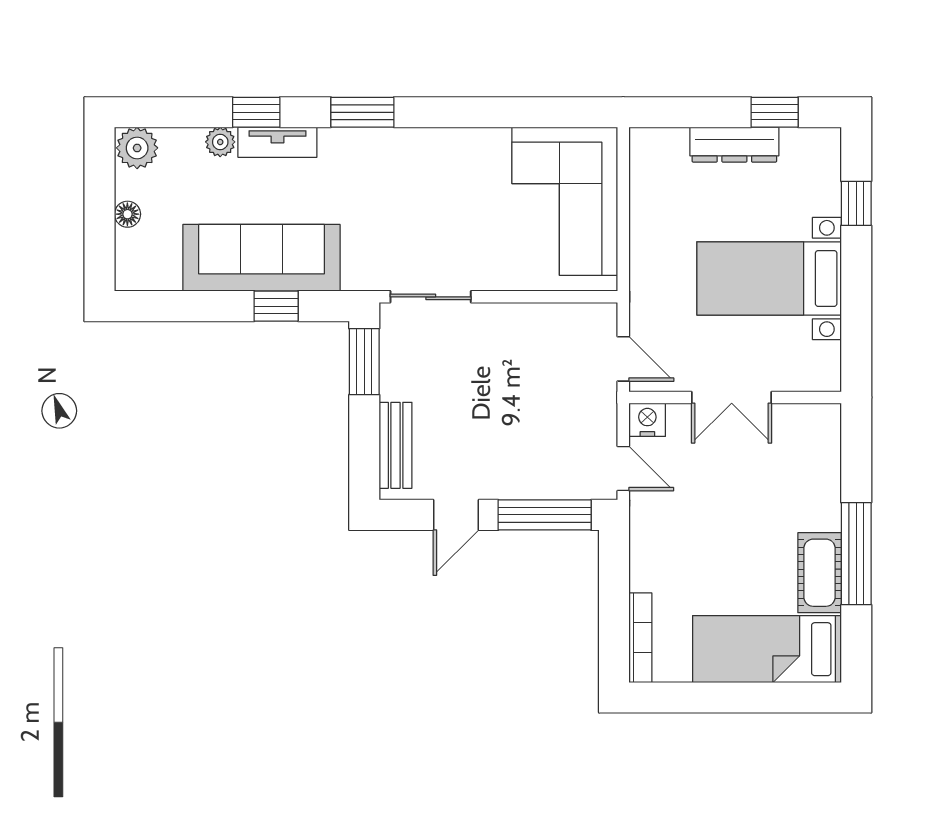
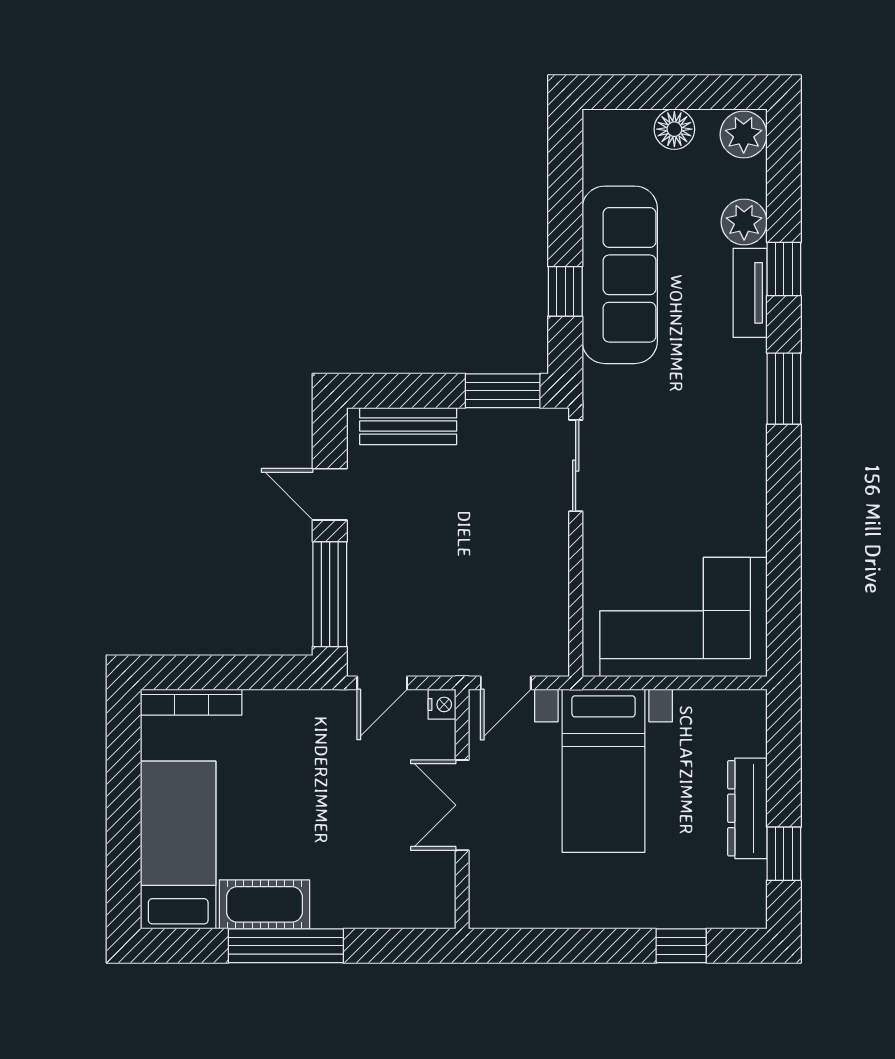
plant: (220, 142) -> (744, 222), width x1.38, depth x1.38
floor lamp: (127, 214) -> (674, 129), width x1.37, depth x1.37
bed with nightstands: (769, 278) -> (604, 771), moved, turned 180
nightstand: (647, 420) -> (442, 704), width x0.72, depth x0.74

